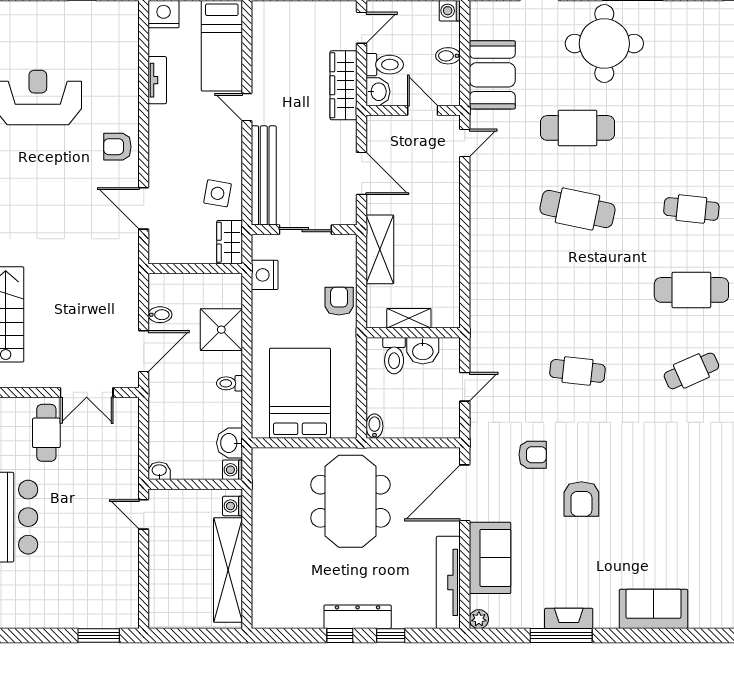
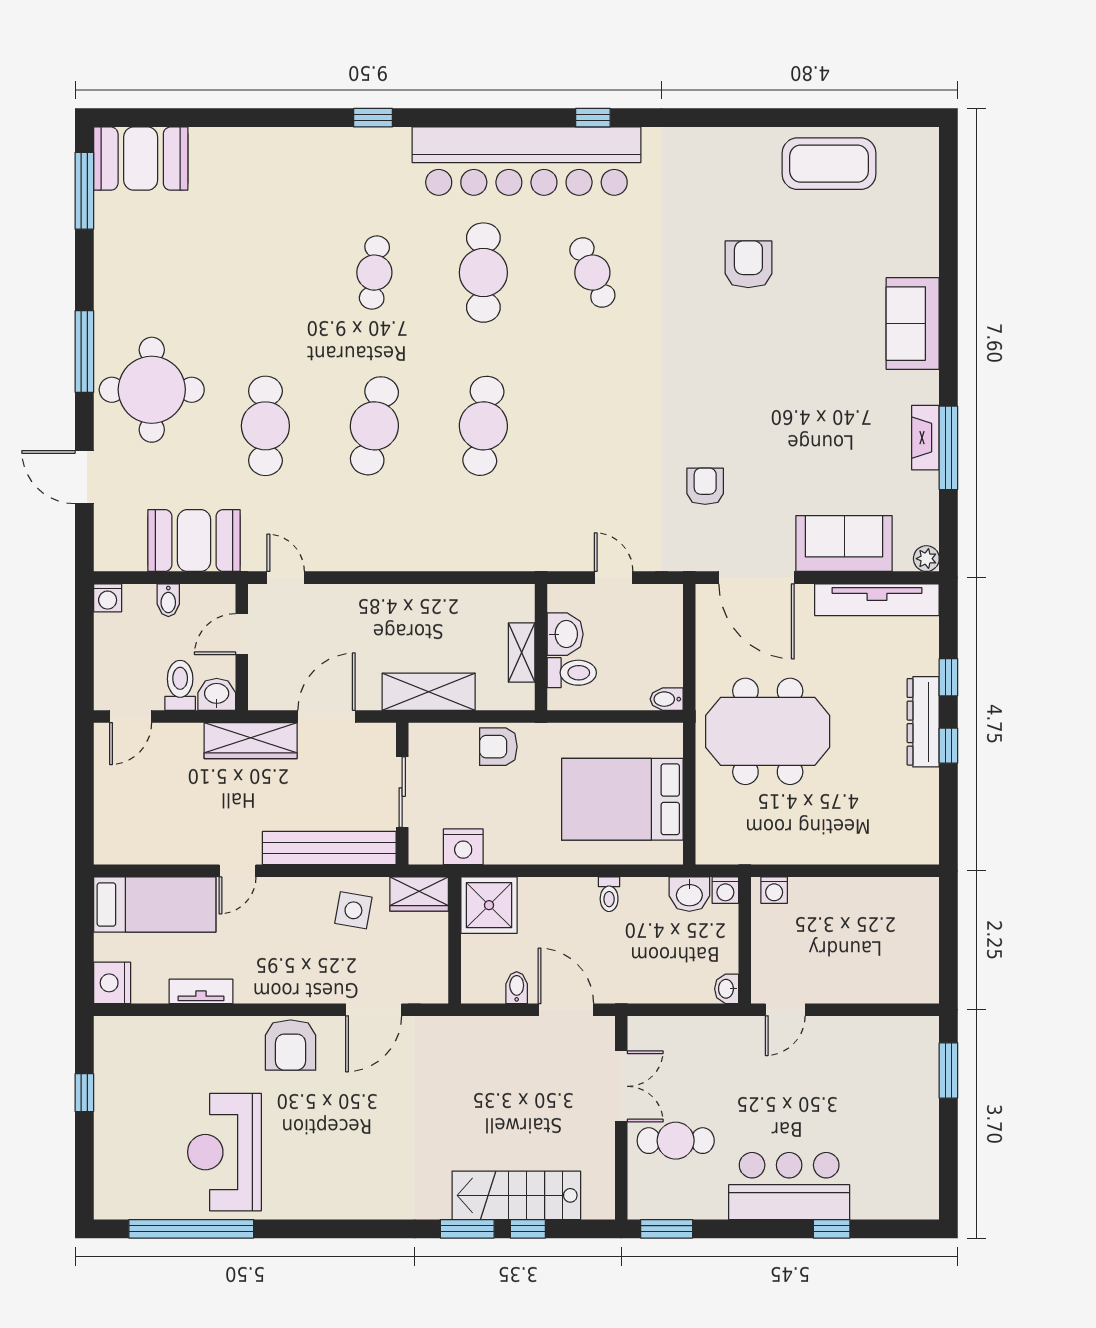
door: (362, 28) -> (131, 716), swing flipped
wardrobe: (344, 85) -> (251, 741), moved
armchair: (117, 147) -> (291, 1045), width x1.38, depth x1.38
shower: (221, 330) -> (489, 905), moved
cafe table: (577, 371) -> (483, 426), moved, width x1.37, depth x1.35
armchair: (581, 499) -> (748, 264), moved, turned -90
shelving: (228, 570) -> (860, 896), removed

